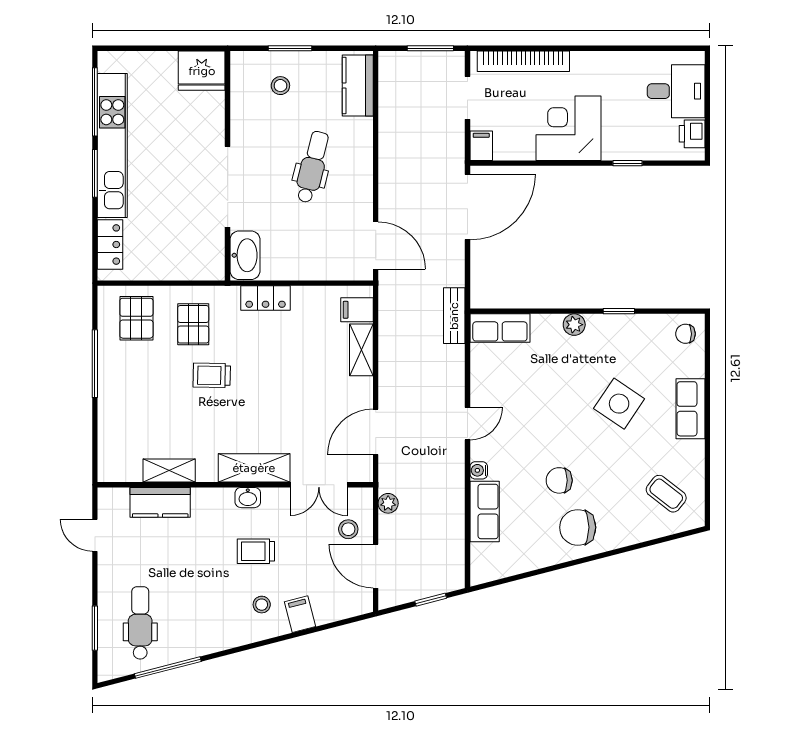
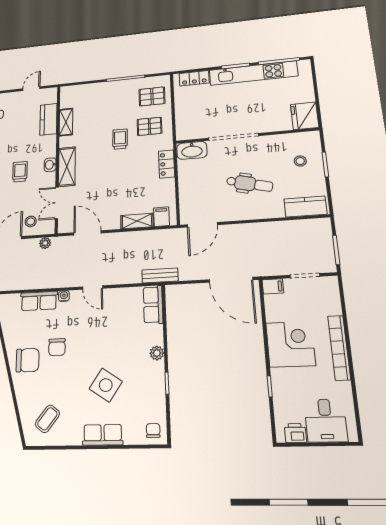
bookcase: (523, 61) -> (339, 348), moved
chair: (559, 480) -> (57, 347), turned 180
chair: (578, 527) -> (28, 360), turned 90

